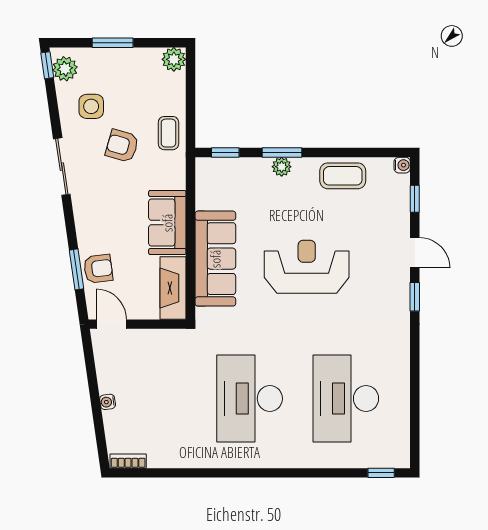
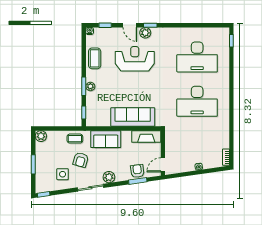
plant: (65, 69) -> (109, 177), moved
sofa: (167, 223) -> (106, 139), moved
door: (415, 253) -> (130, 25), swing flipped
reception desk: (307, 267) -> (135, 59), moved, turned 90
plant: (398, 286) -> (145, 33), added

